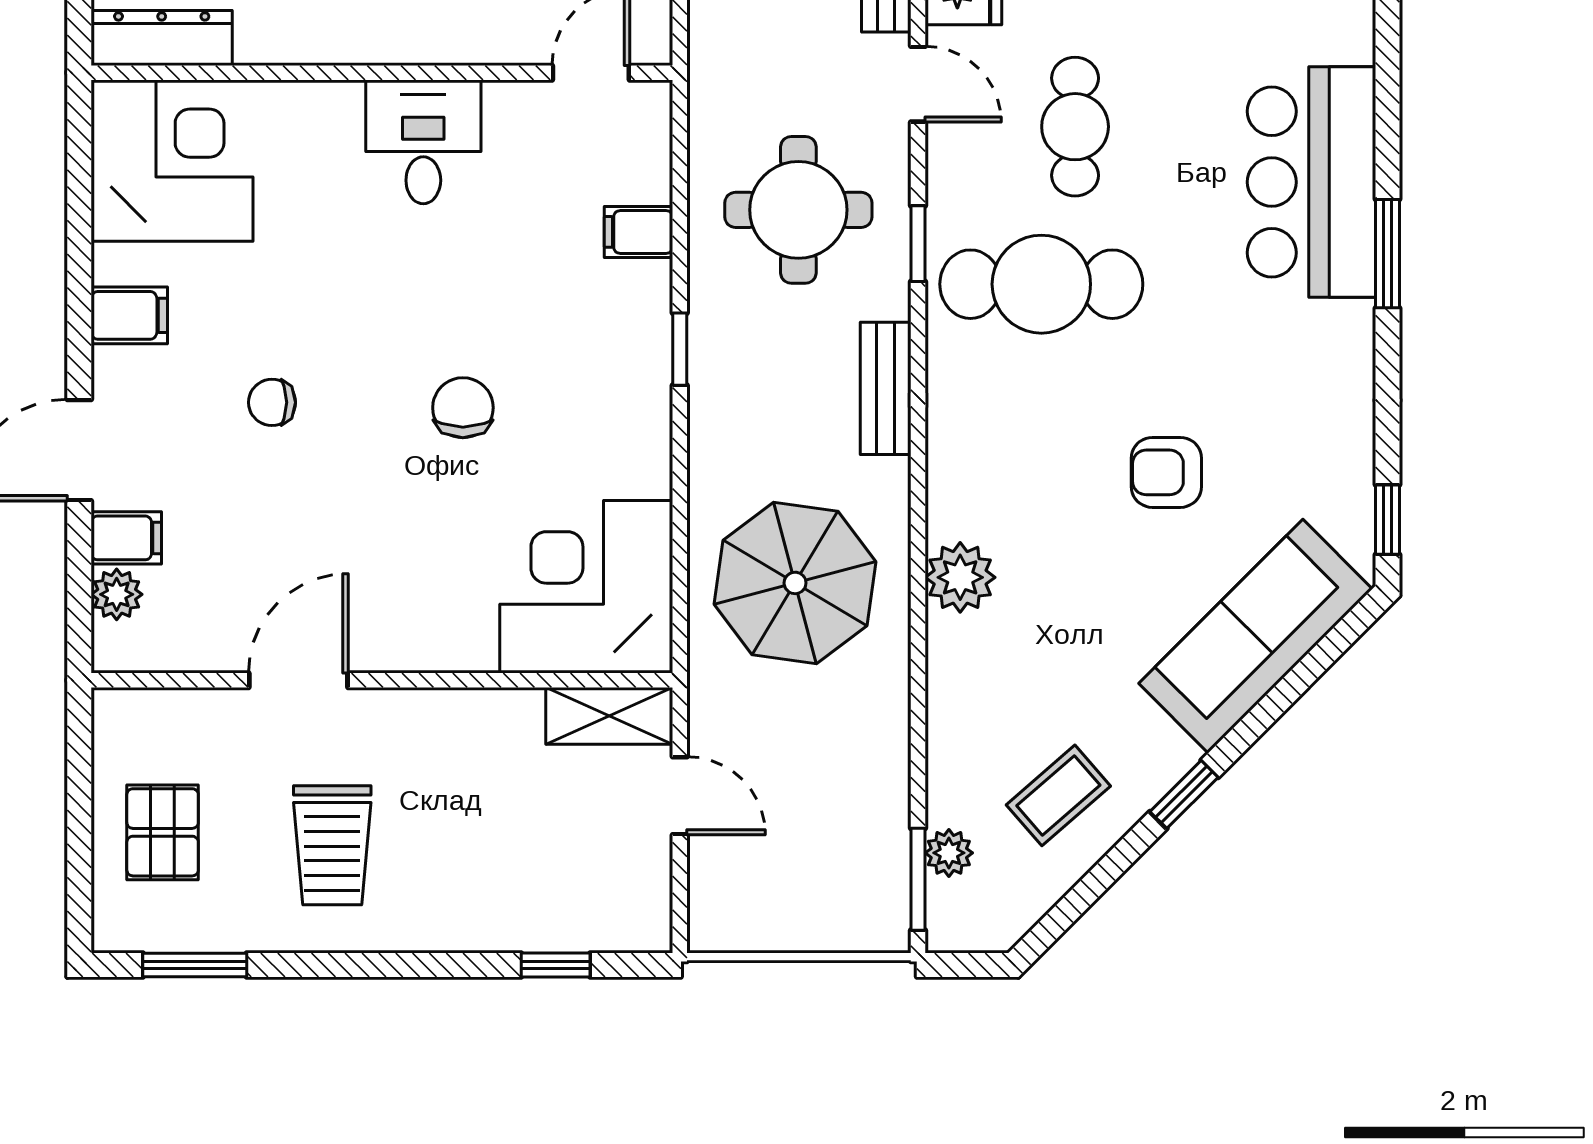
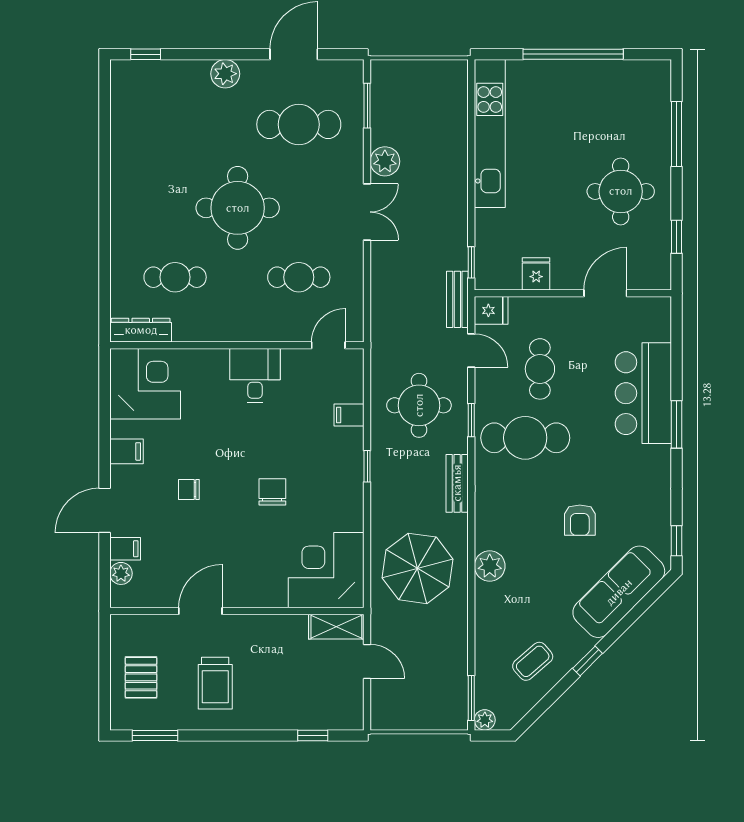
armchair: (1166, 472) -> (580, 520), turned -90
plant: (949, 853) -> (485, 720), moved

